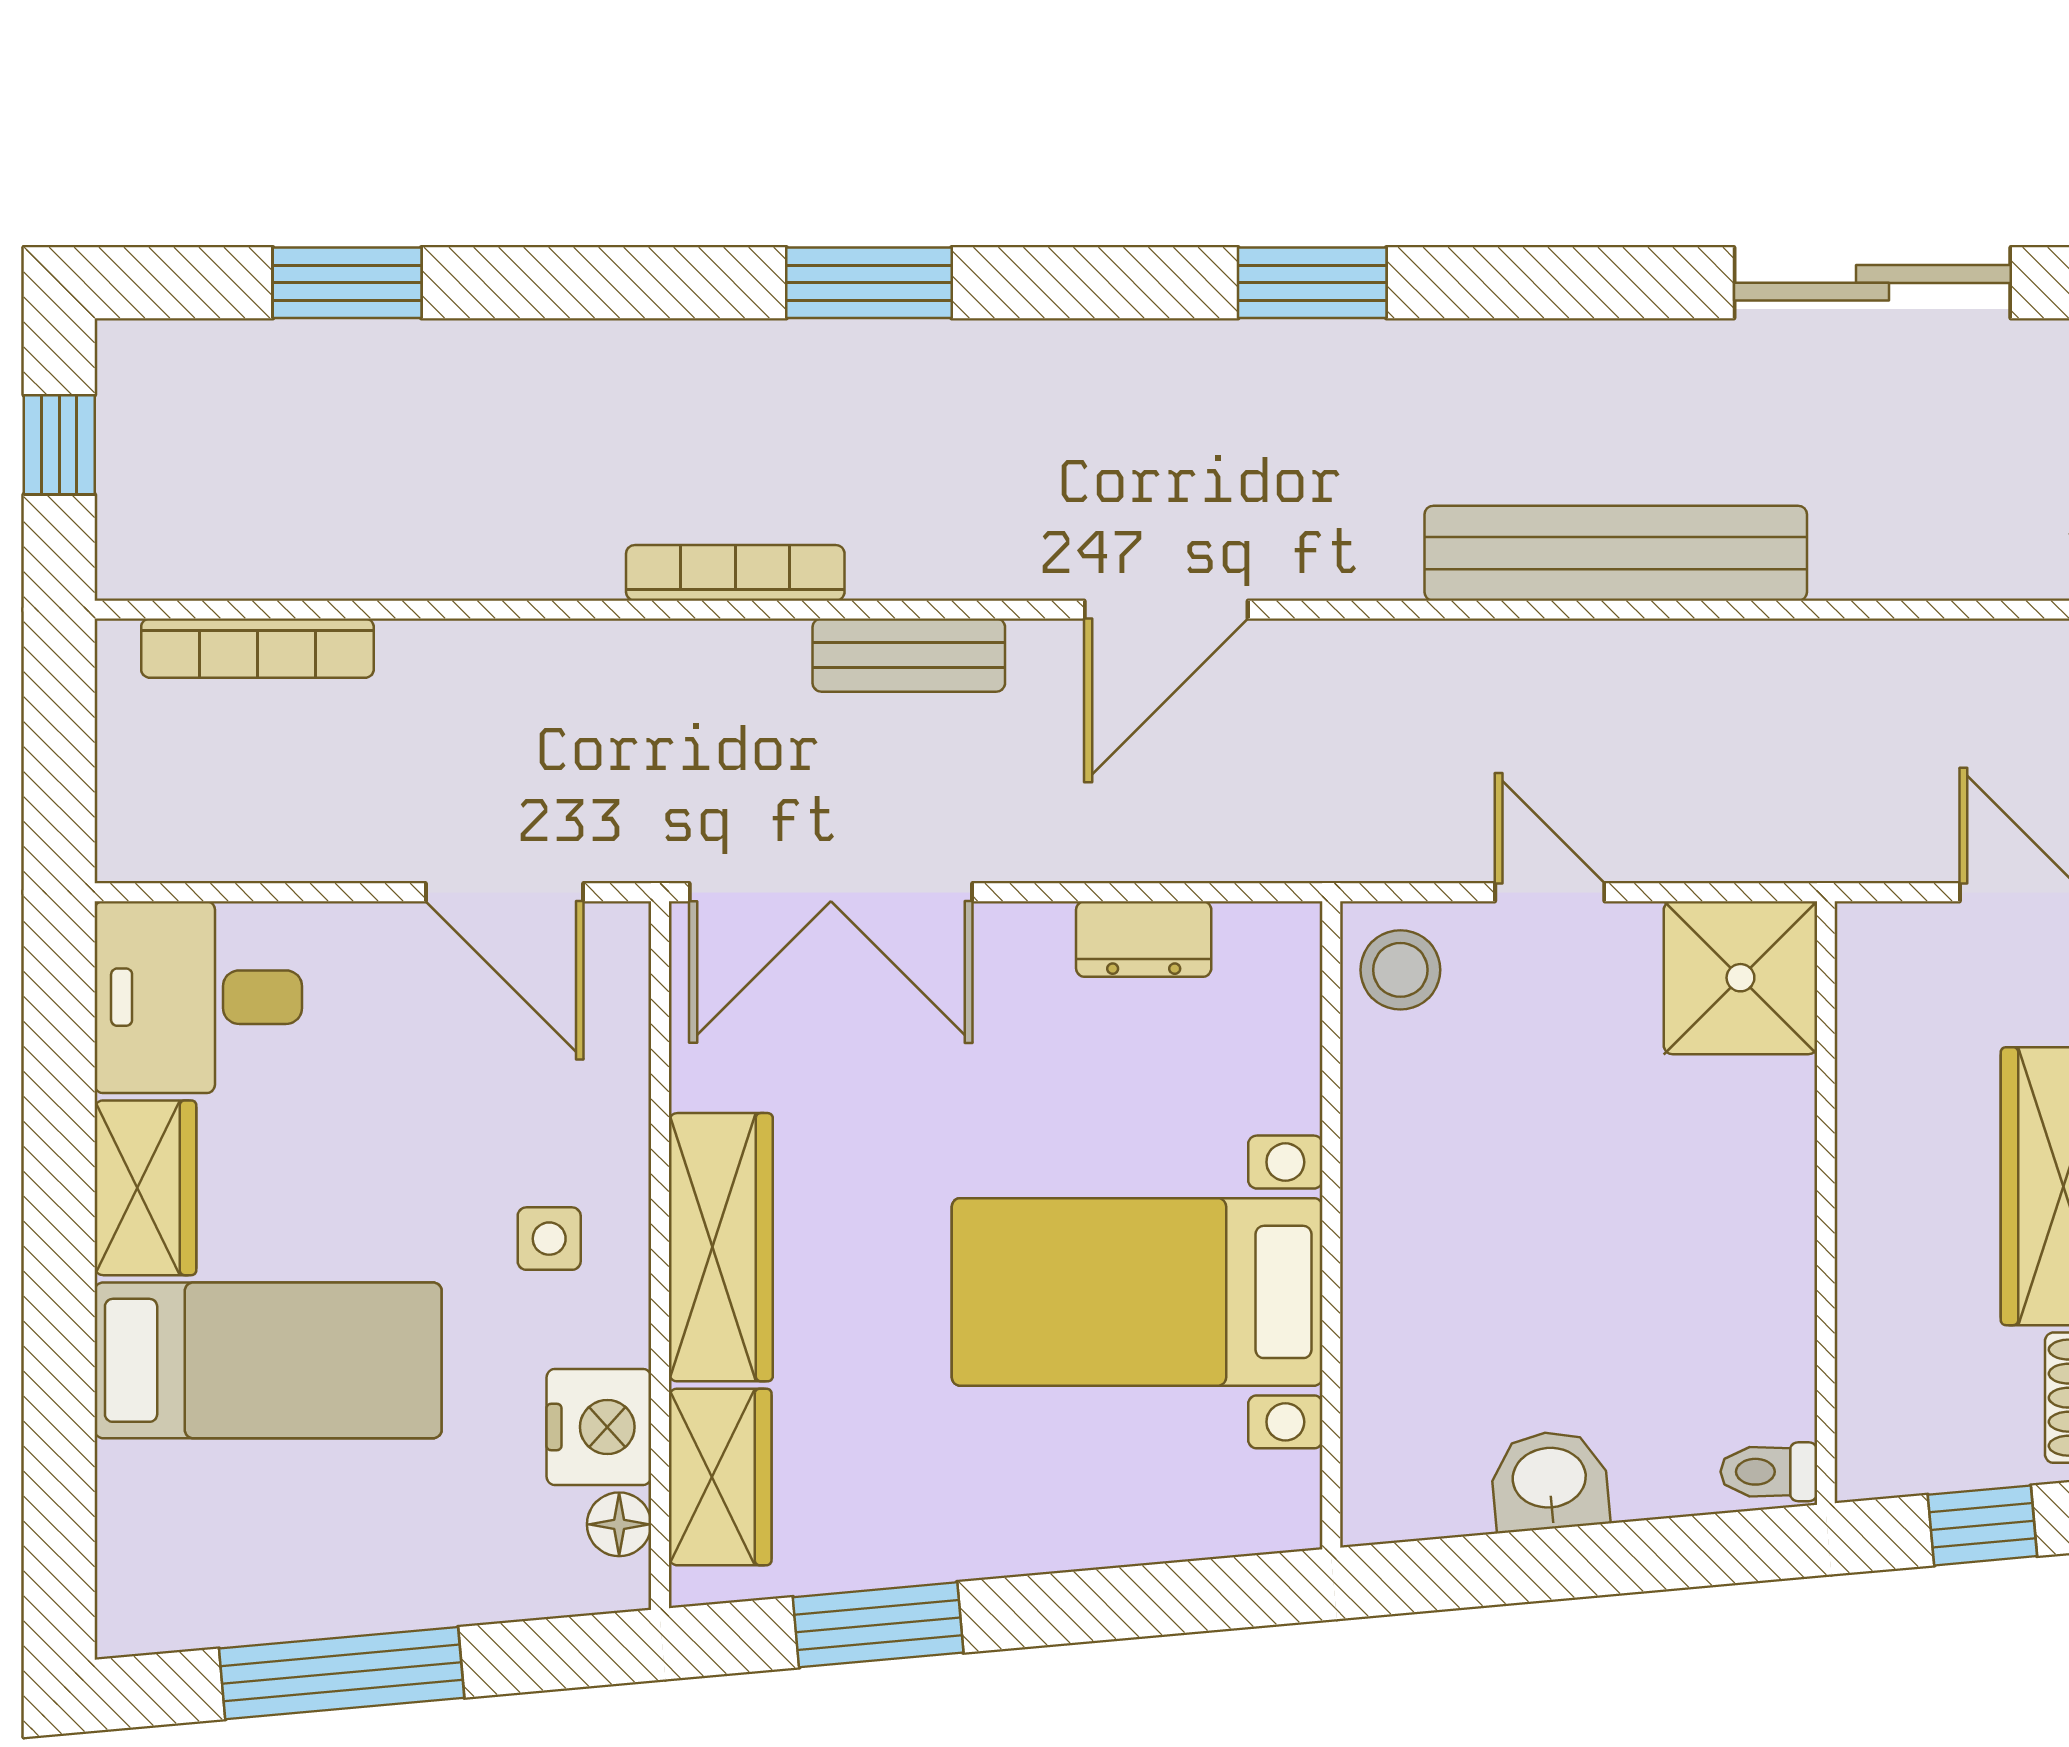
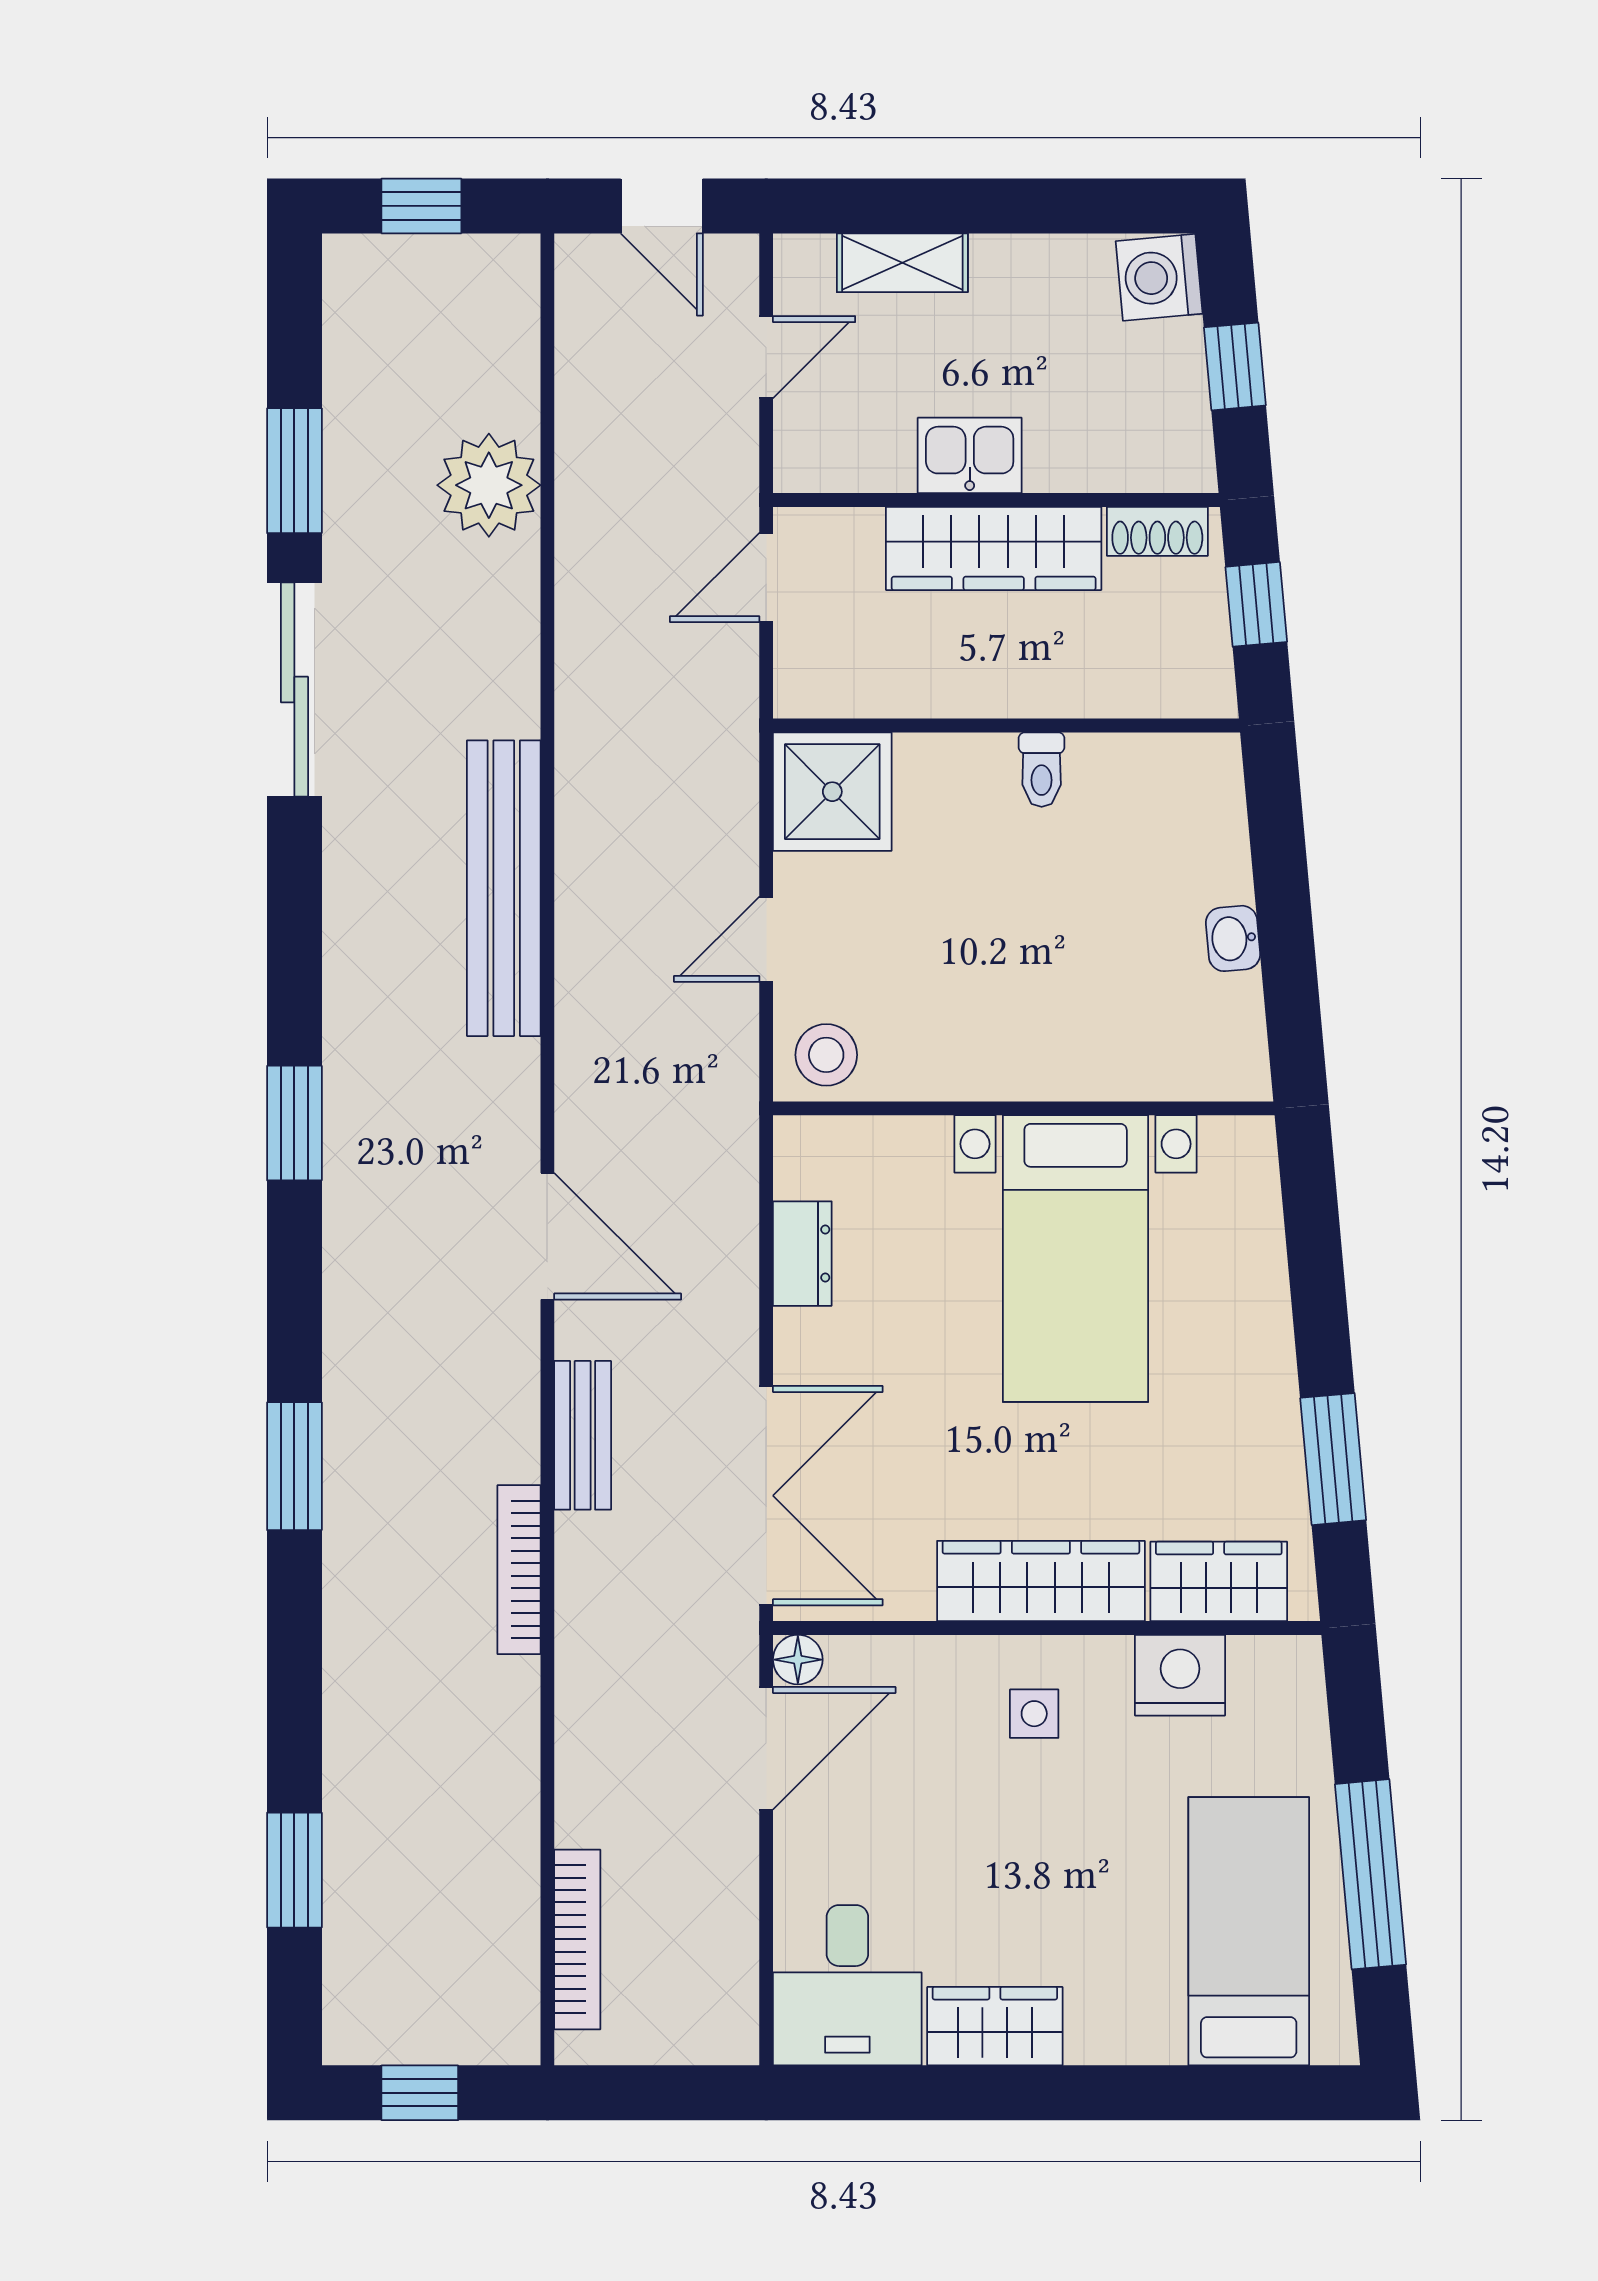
bed: (268, 1360) -> (1249, 1931), moved
toilet: (1769, 1472) -> (1042, 770), moved
washbasin: (1549, 1481) -> (1233, 938), width x0.72, depth x0.69
floor lamp: (619, 1524) -> (798, 1660), moved

